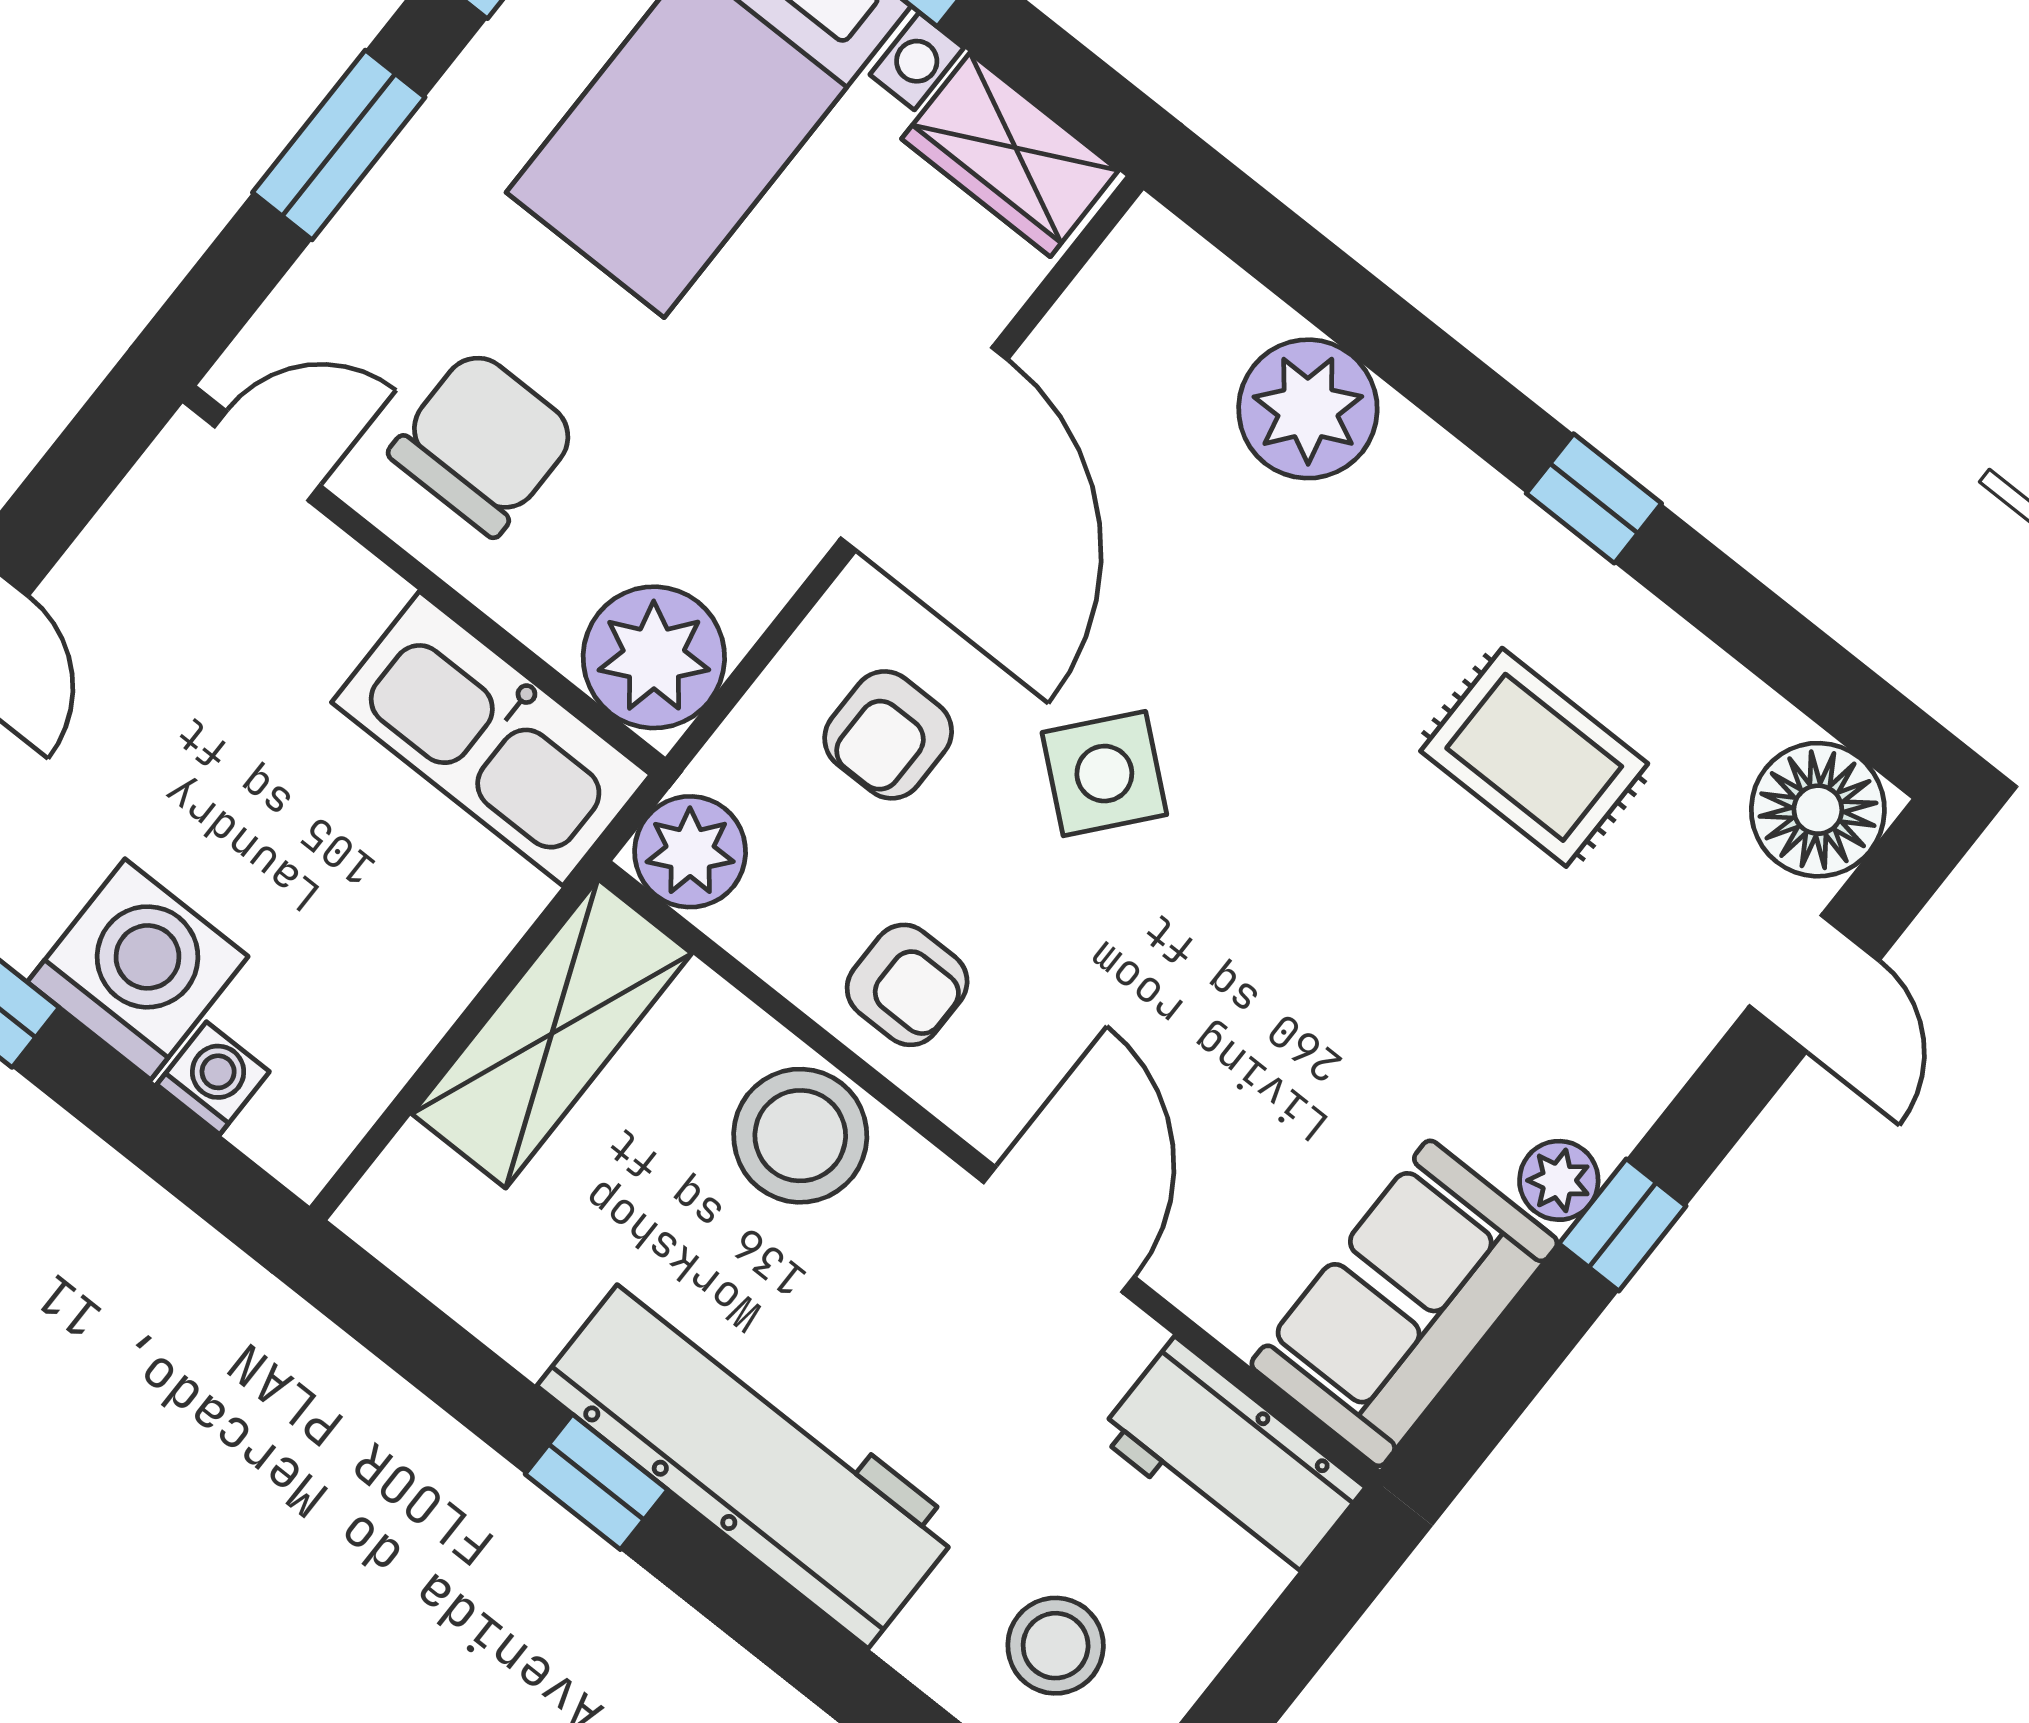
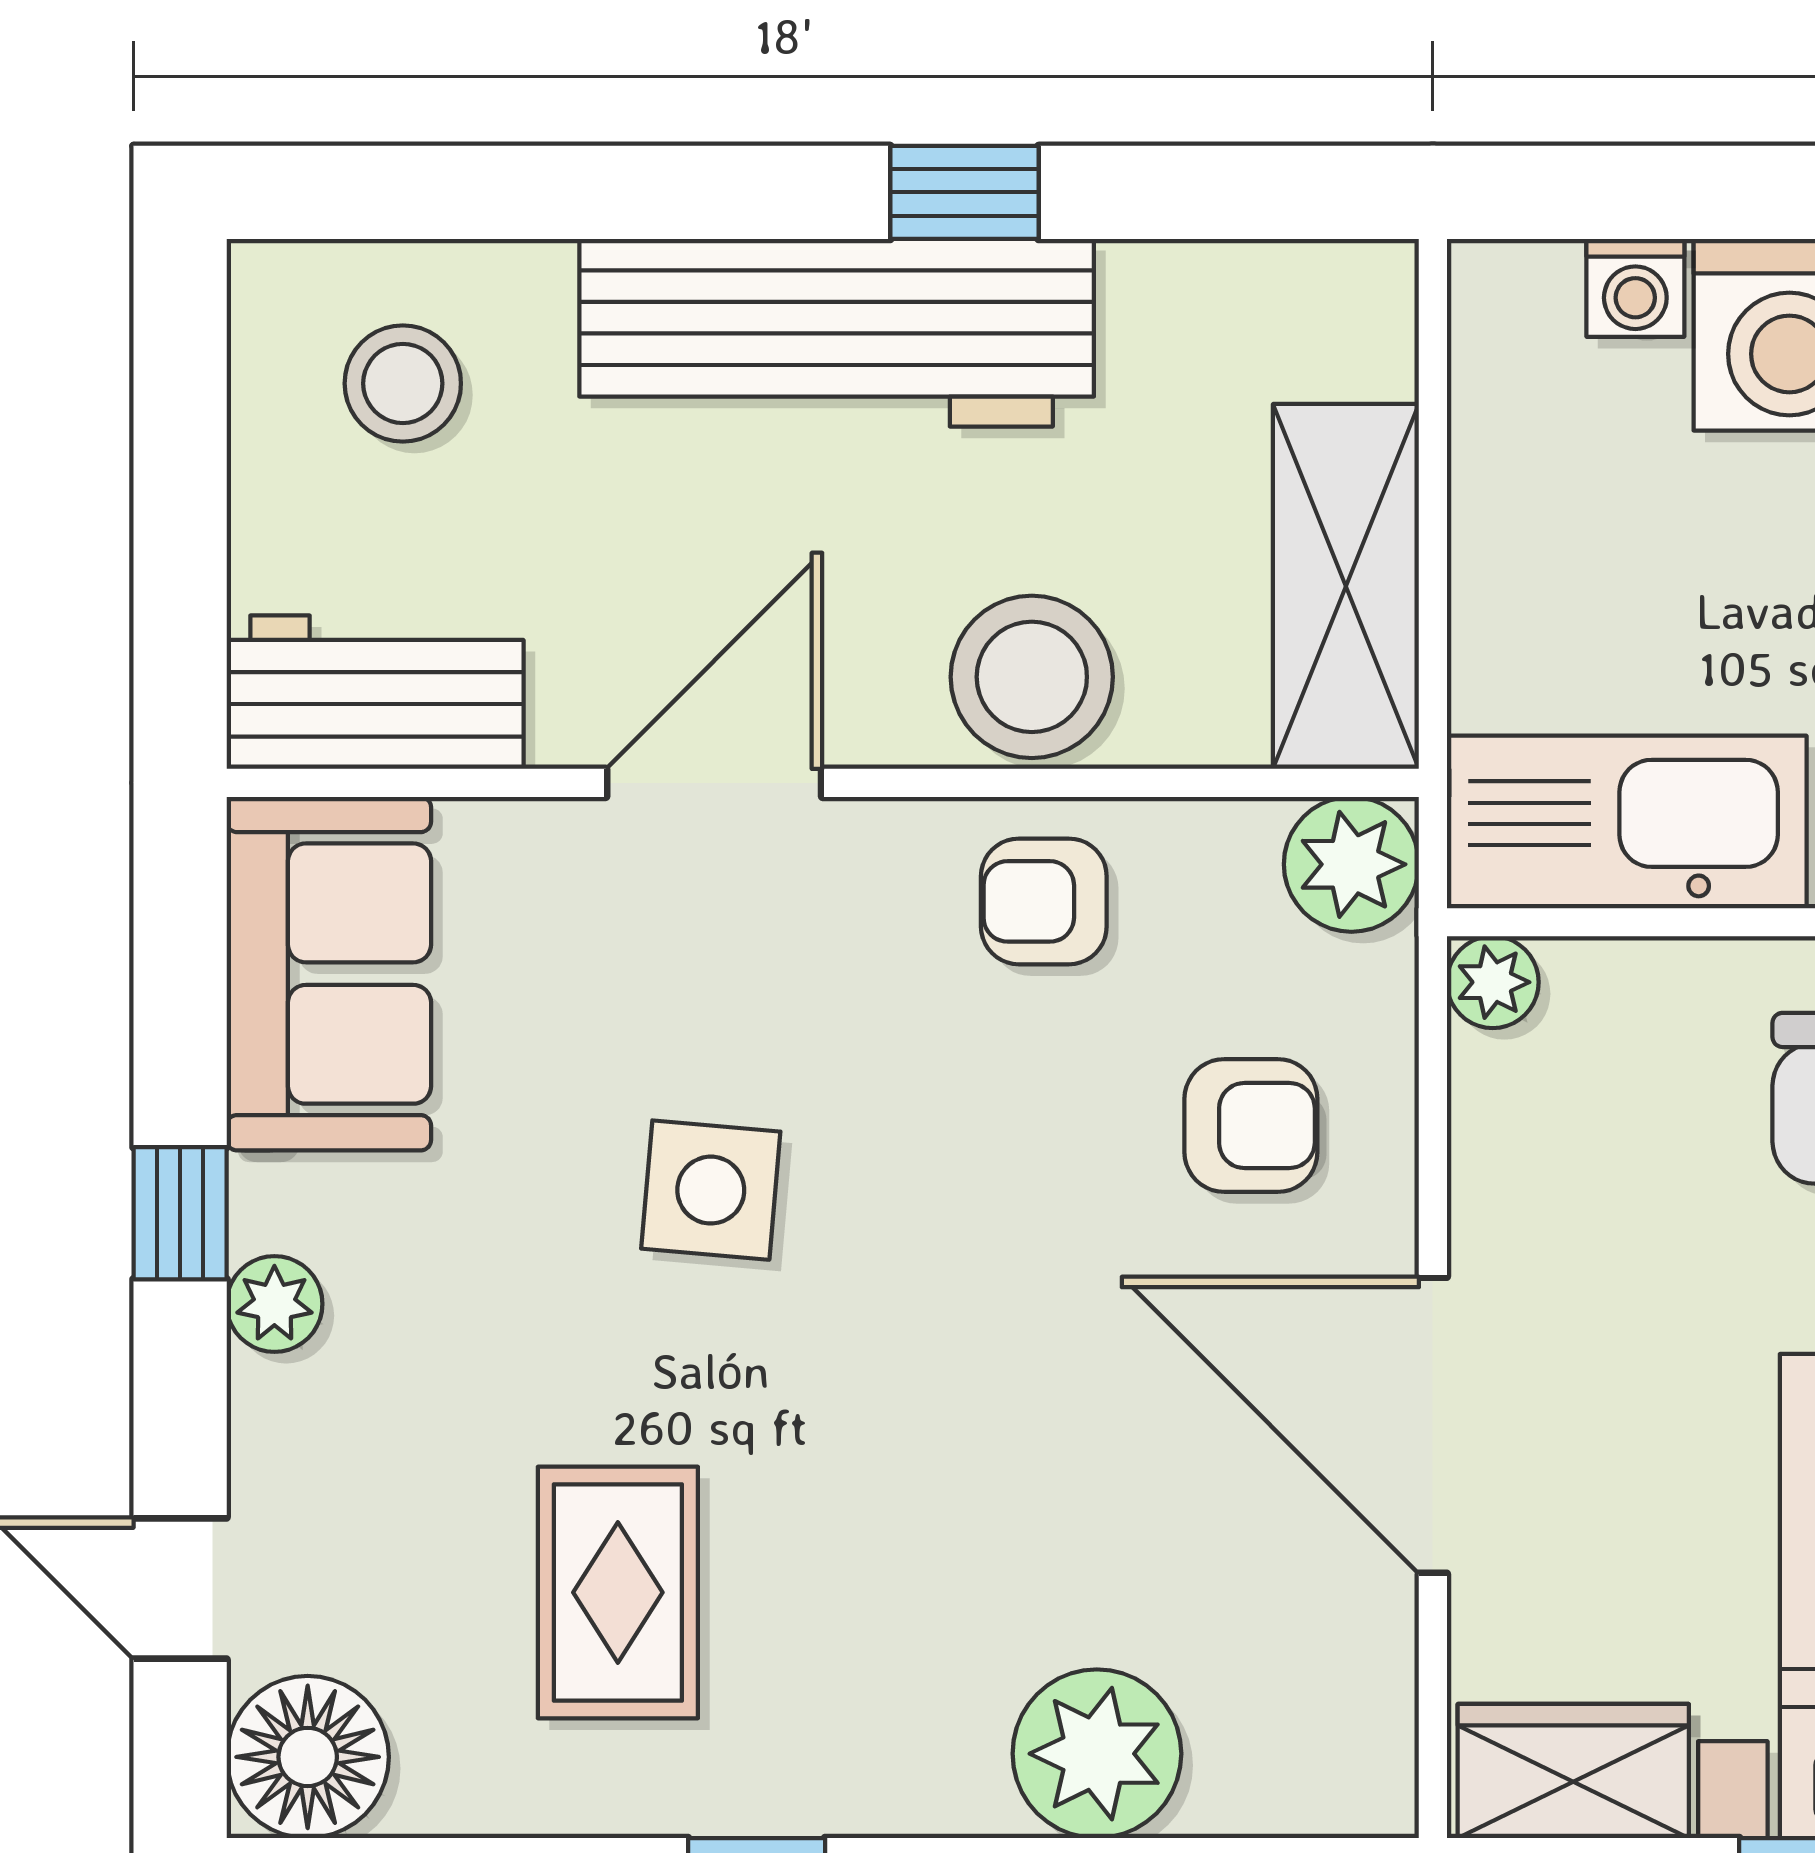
plant: (654, 657) -> (1493, 982), width x0.53, depth x0.53
armchair: (888, 735) -> (1251, 1126), turned 90
rug: (1534, 757) -> (618, 1592), turned 90
side table: (1104, 774) -> (711, 1190), moved, turned -35
plant: (1559, 1180) -> (274, 1304), moved
door: (1059, 1230) -> (714, 783), swing flipped

